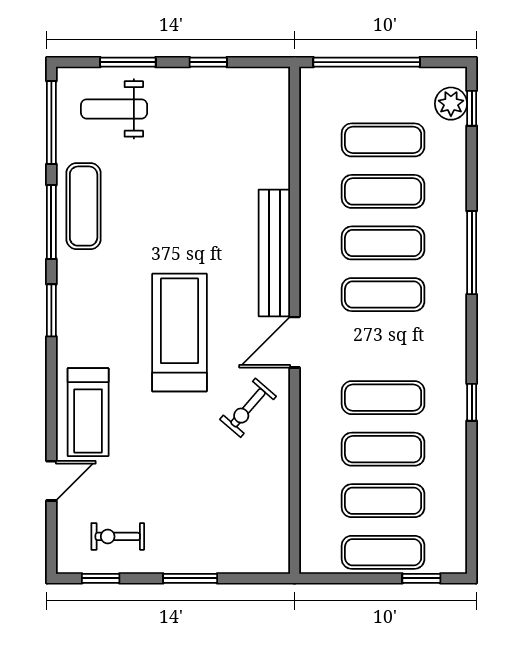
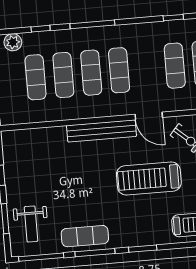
window: (472, 108) -> (41, 29), moved

